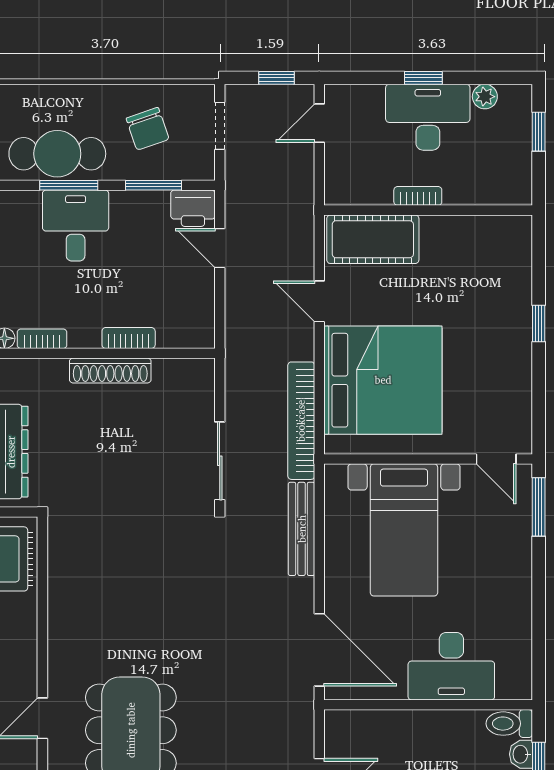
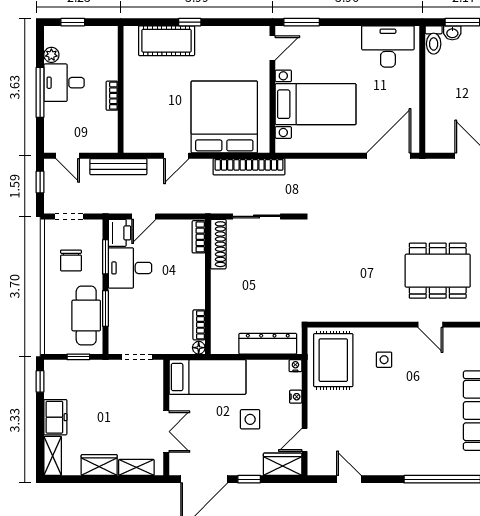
window: (423, 78) -> (40, 92), width x2.17
desk: (428, 117) -> (64, 83), width x0.73
chair: (148, 129) -> (71, 260), turned 109
desk: (76, 226) -> (130, 268), moved
cot: (373, 239) -> (167, 41), moved, turned 90
bookcase: (129, 338) -> (199, 237), moved
shoe rack: (110, 370) -> (218, 244), moved
sliding door: (220, 461) -> (257, 216), moved
bench: (302, 529) -> (118, 167), moved
desk: (451, 666) -> (388, 47), moved, turned -90

